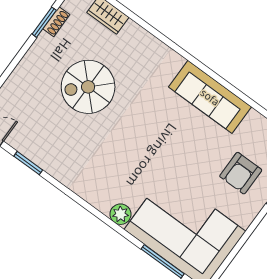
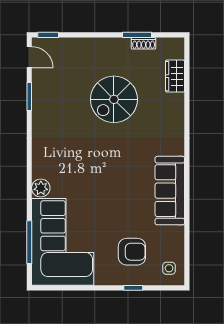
spiral stairs: (88, 87) -> (114, 99), turned -90
armchair: (241, 173) -> (132, 252), turned 180

